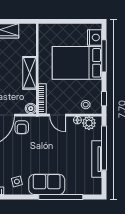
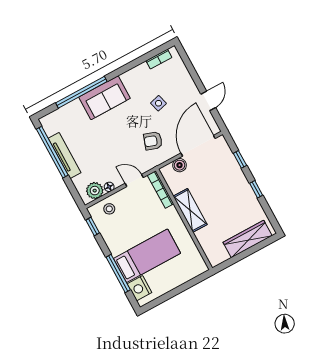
bed: (77, 63) -> (147, 256), width x0.67
boiler: (31, 109) -> (179, 165), moved
armchair: (22, 127) -> (153, 141), moved, turned -71
window: (104, 148) -> (52, 152), moved
side table: (17, 181) -> (158, 103), moved

